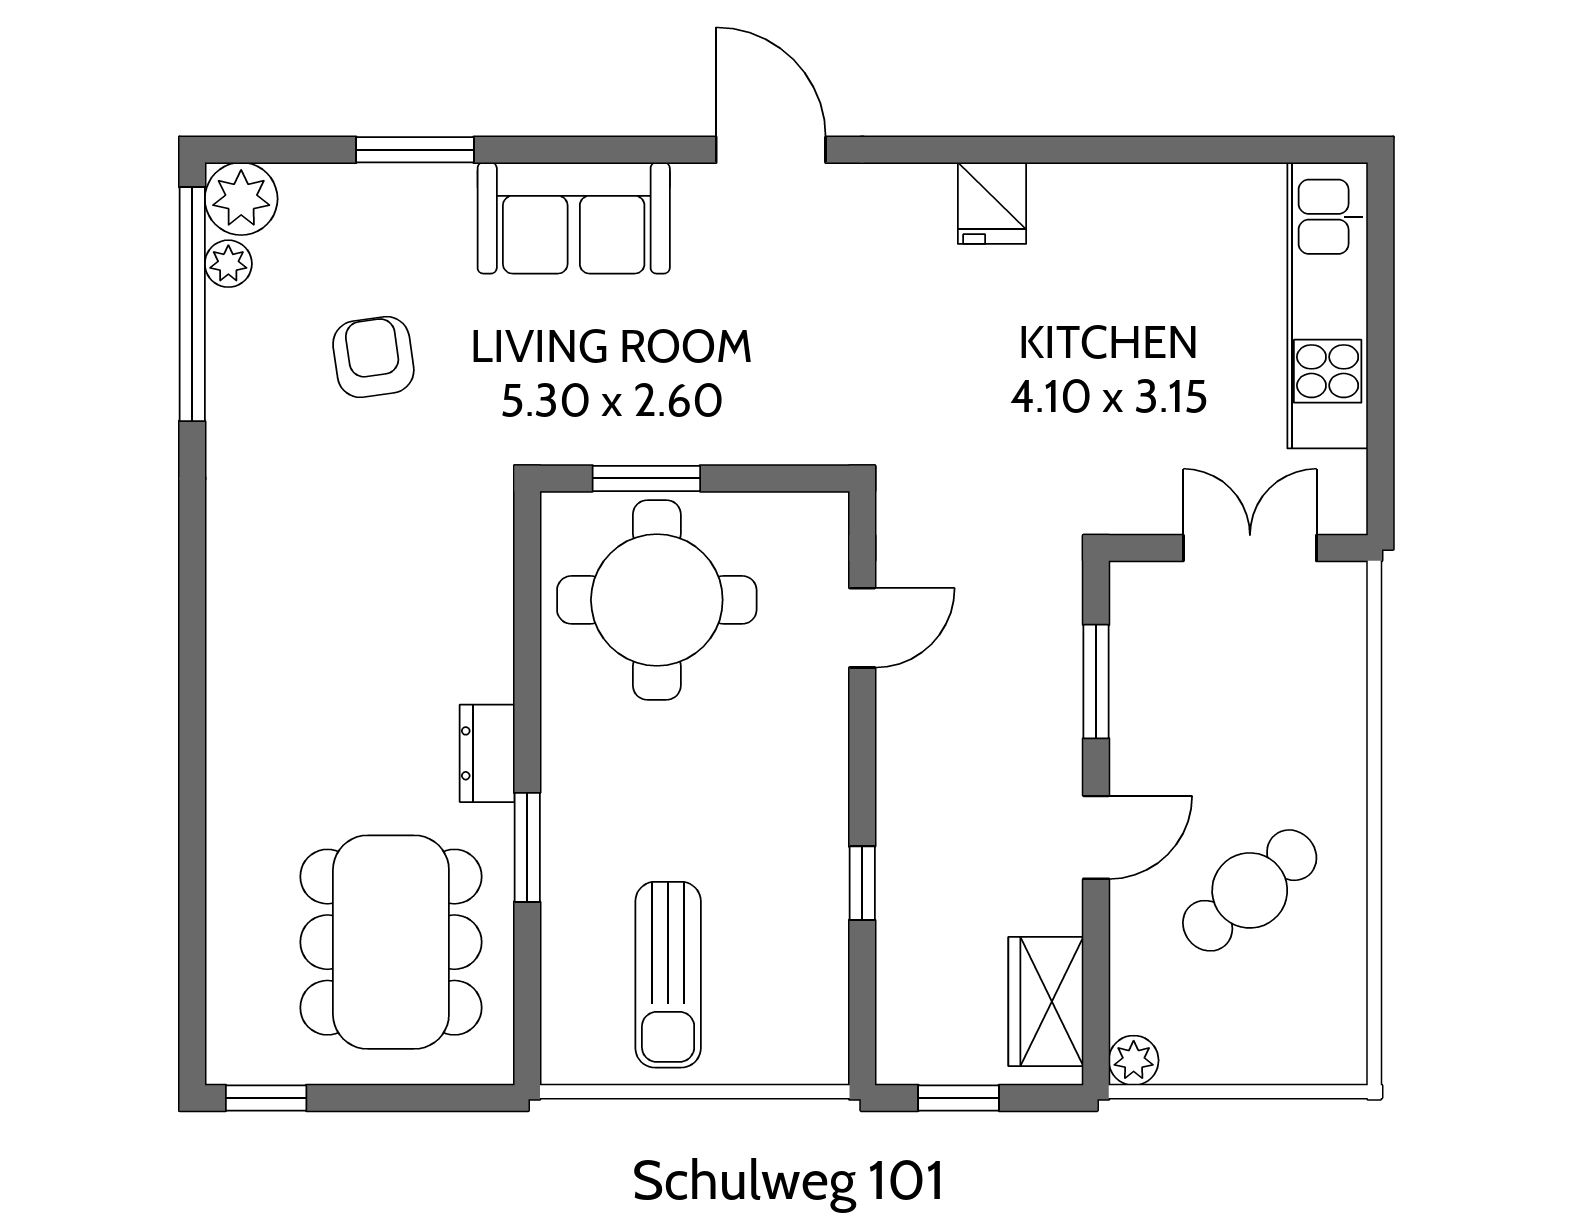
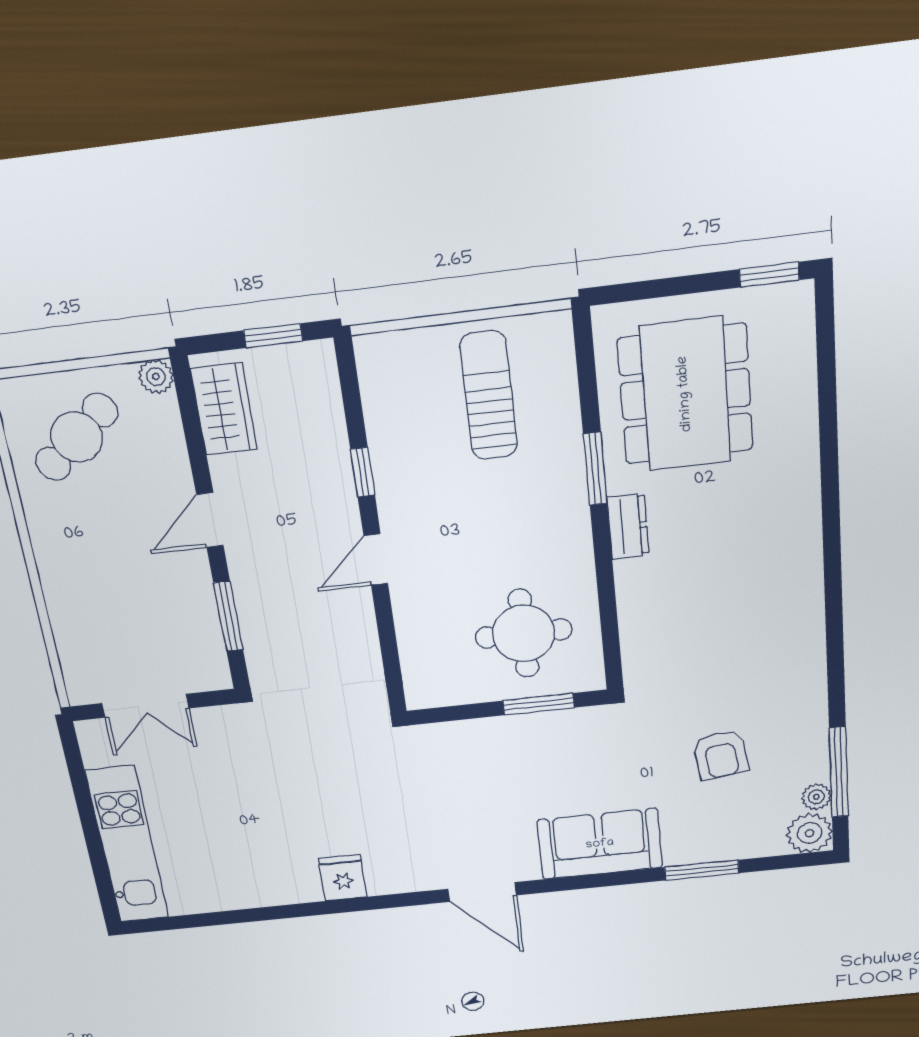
window: (192, 304) -> (839, 772), width x0.68
round table: (657, 600) -> (524, 633), width x0.73, depth x0.73
door: (862, 628) -> (376, 560), moved
cafe table: (1250, 890) -> (76, 437), moved

